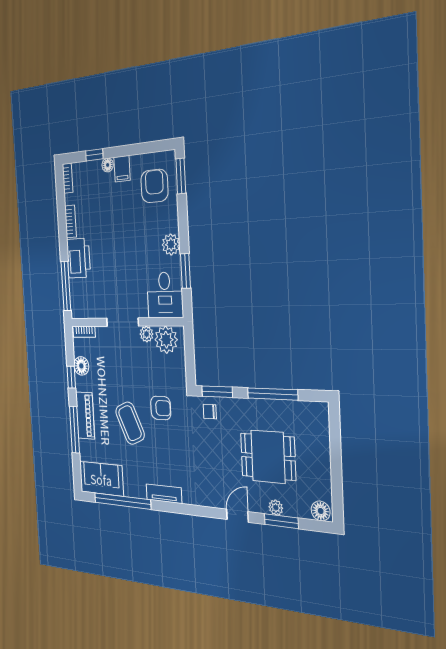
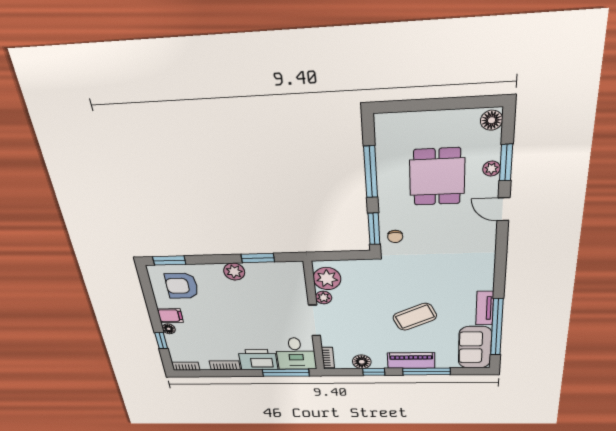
desk: (165, 295) -> (296, 354), moved, turned 90
armchair: (161, 408) -> (396, 286), removed
tv unit: (164, 494) -> (485, 308), moved

